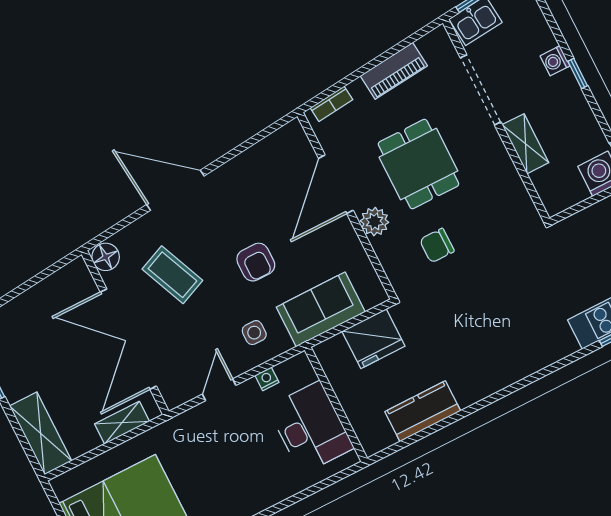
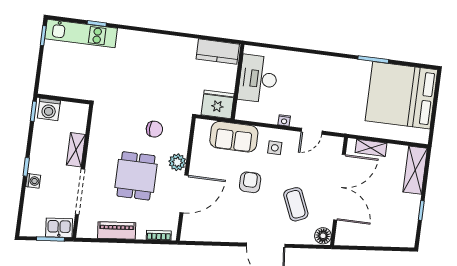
wall: (336, 404) -> (238, 82), moved
desk: (311, 428) -> (258, 79), moved

